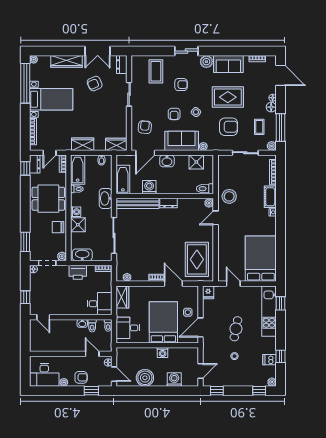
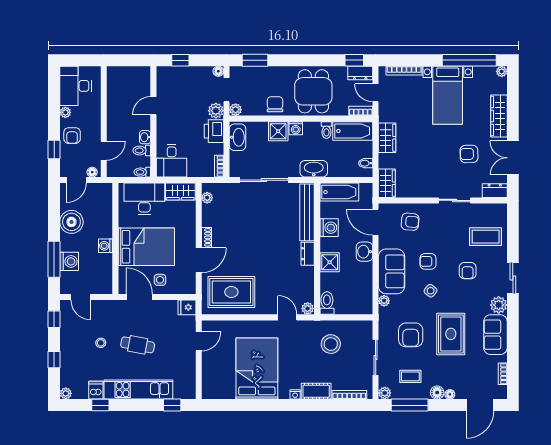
armchair: (95, 84) -> (469, 154), turned -67
shower: (196, 162) -> (330, 262), moved
stool: (229, 196) -> (331, 344), moved
bed: (261, 259) -> (257, 369), moved, turned -90
plant: (63, 271) -> (216, 111), added
kitchen unit: (269, 311) -> (138, 390), moved
door: (43, 317) -> (153, 106), moved
desk: (128, 328) -> (144, 199), width x1.37
window: (173, 391) -> (54, 259), added
window: (259, 391) -> (54, 360), moved

